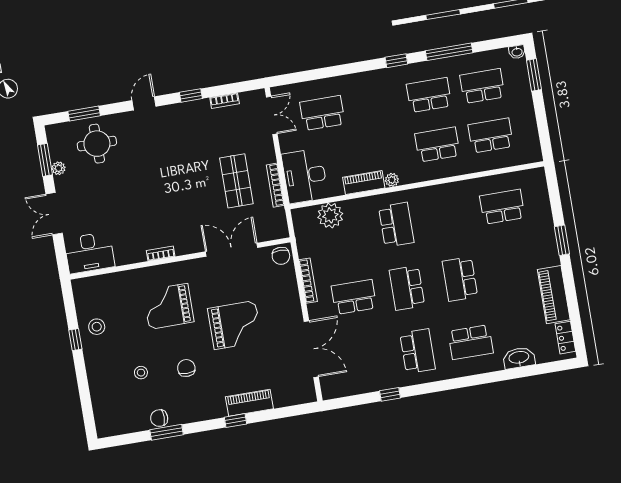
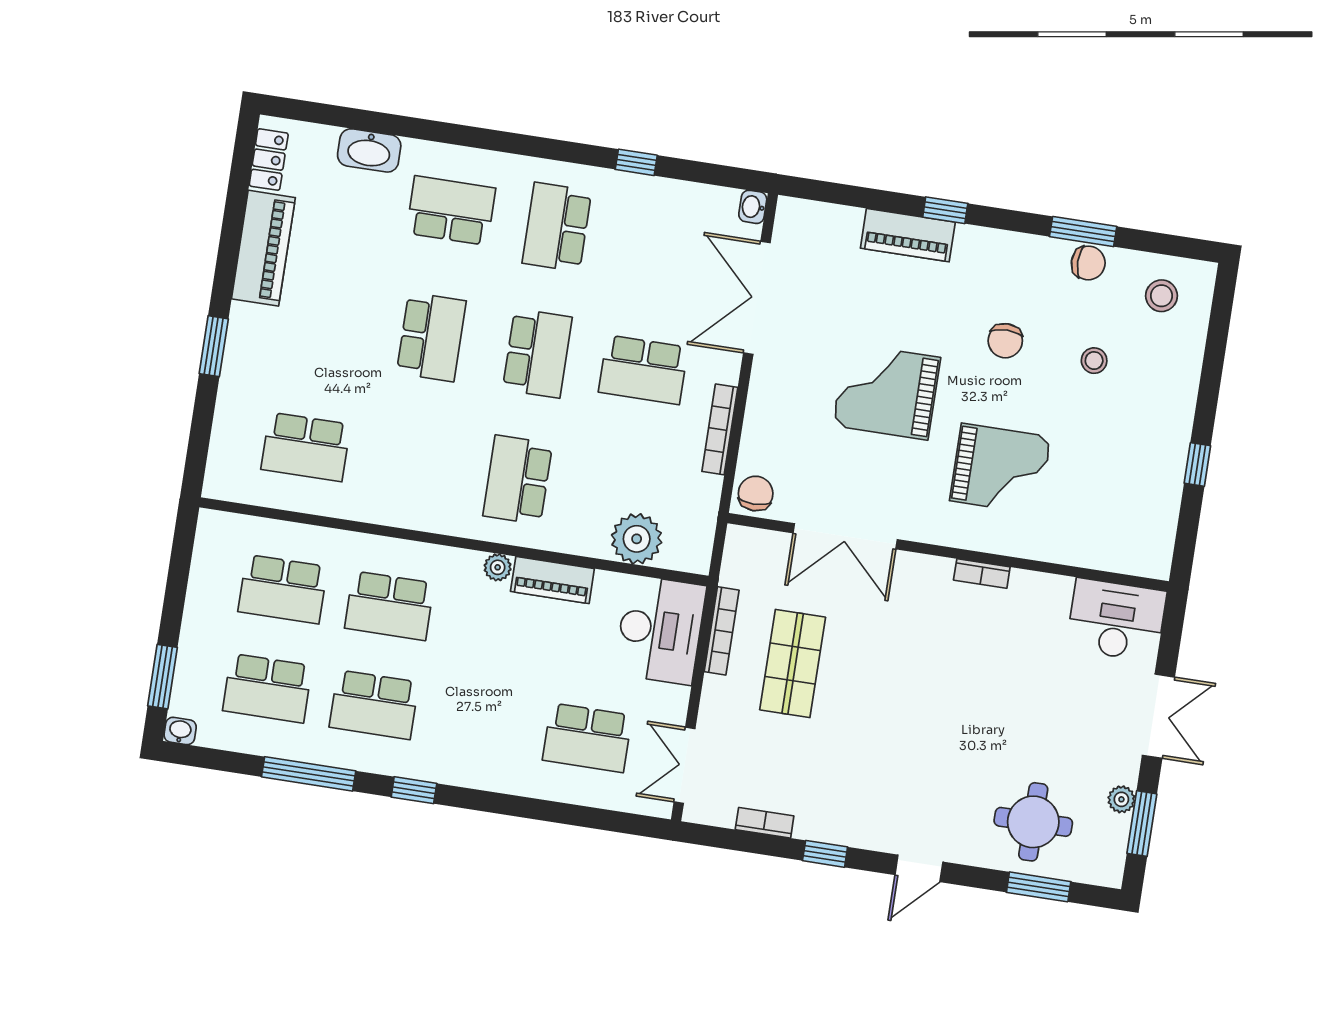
stool: (97, 327) -> (1162, 296), moved
washbasin: (328, 392) -> (753, 207), added

